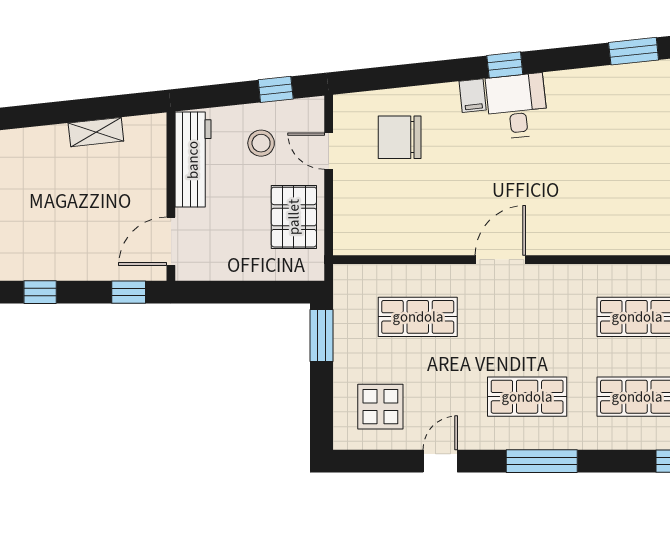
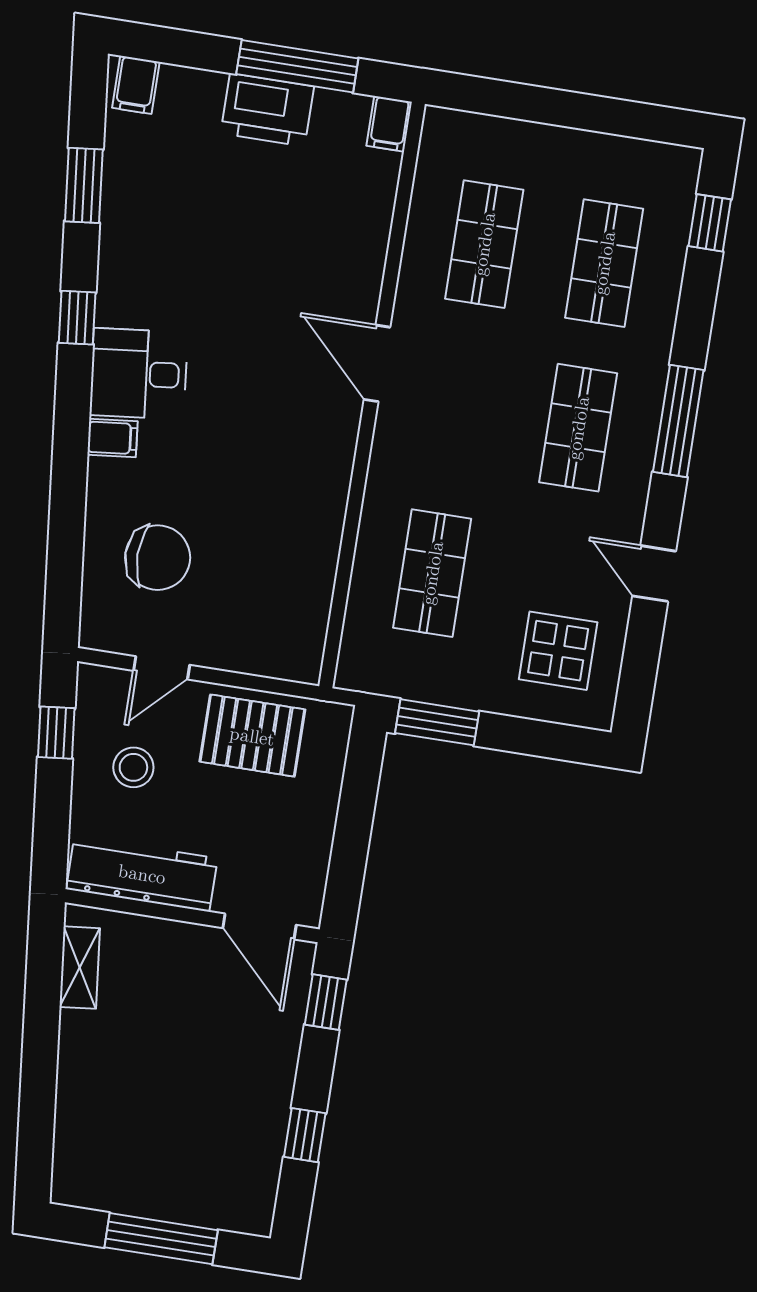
window: (505, 65) -> (77, 318), moved
shelving: (96, 132) -> (80, 968), moved
chair: (400, 137) -> (158, 558), turned -90
door: (500, 260) -> (377, 363), moved

